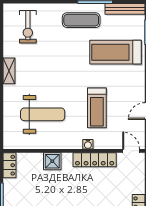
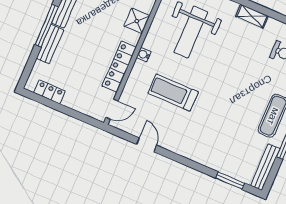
treadmill: (116, 52) -> (224, 137), removed
water cooler: (88, 144) -> (144, 55), moved

